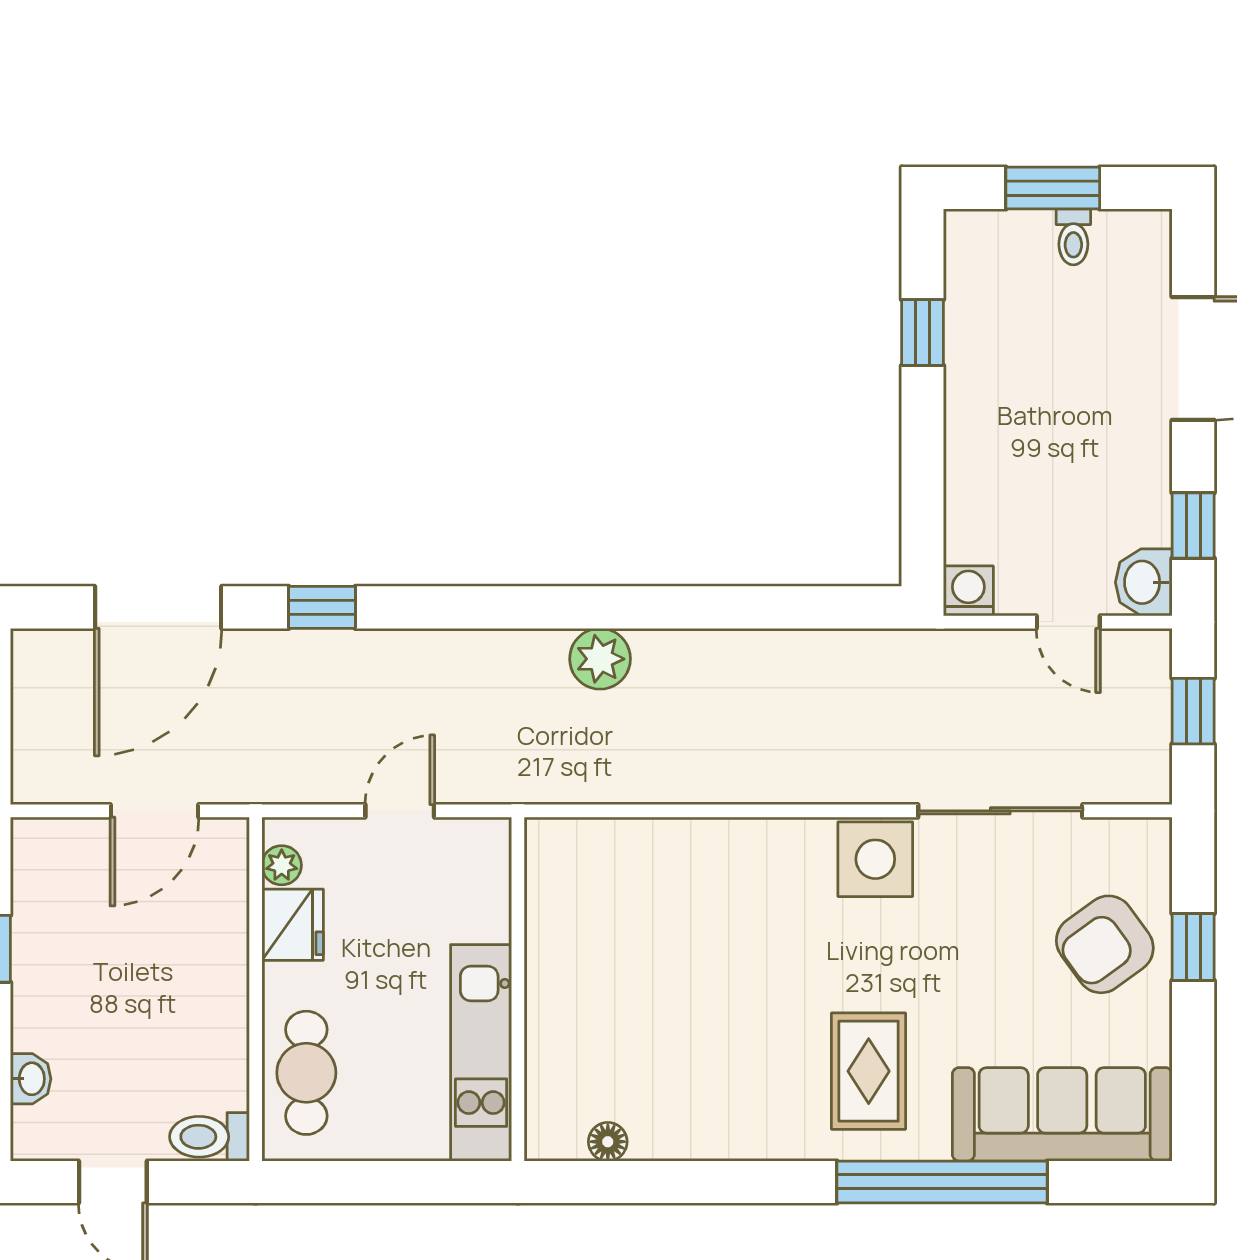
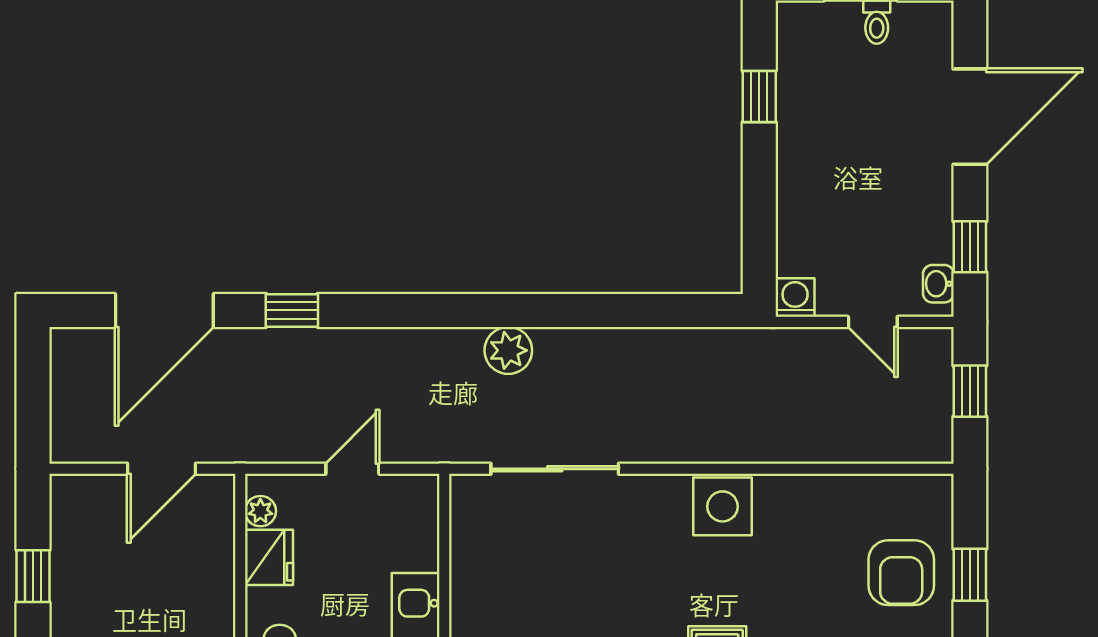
washbasin: (1144, 582) -> (938, 284), width x0.72, depth x0.69
sliding door: (1000, 811) -> (555, 469), moved
armchair: (1105, 944) -> (901, 573), turned -54

